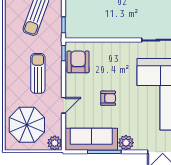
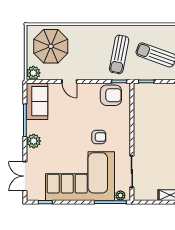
sun lounger: (38, 73) -> (119, 54), moved, turned 101
armchair: (108, 98) -> (99, 137), moved, turned -90
sofa: (91, 139) -> (37, 101), width x0.73

